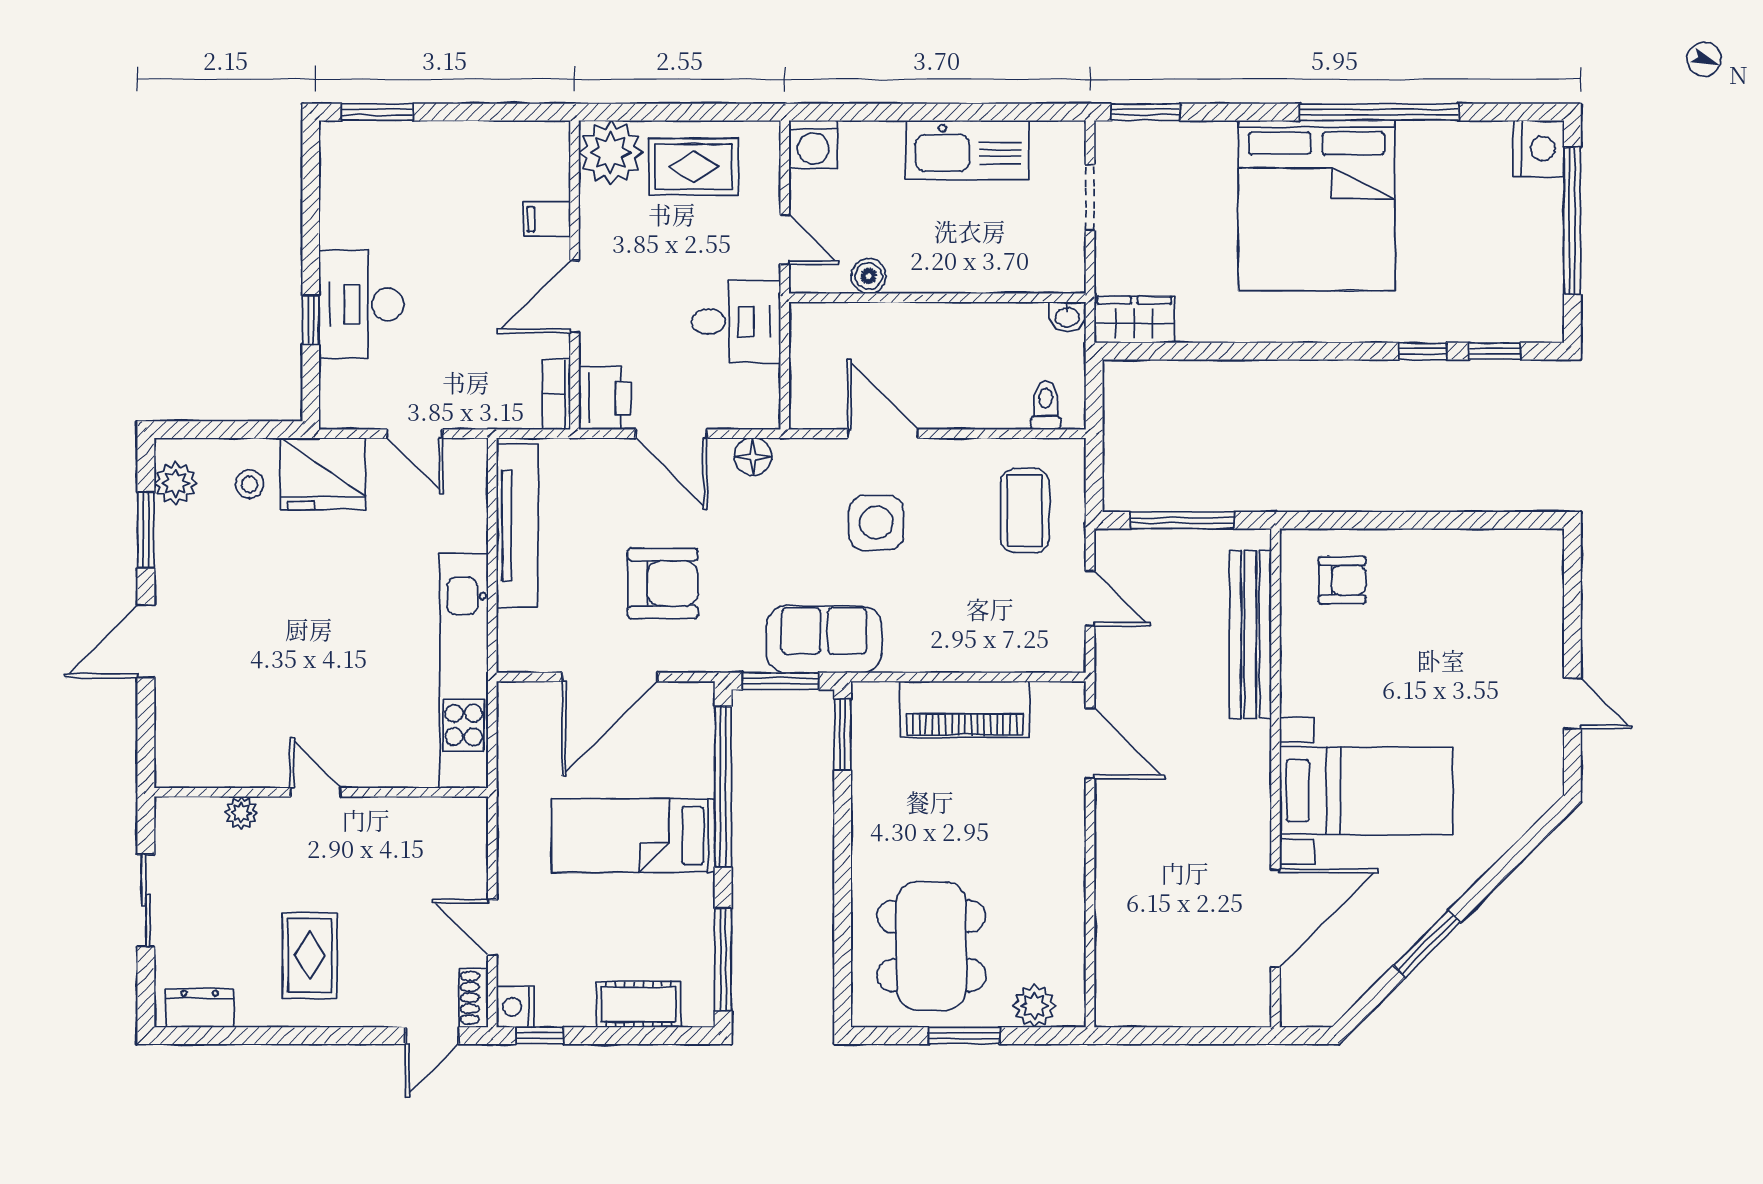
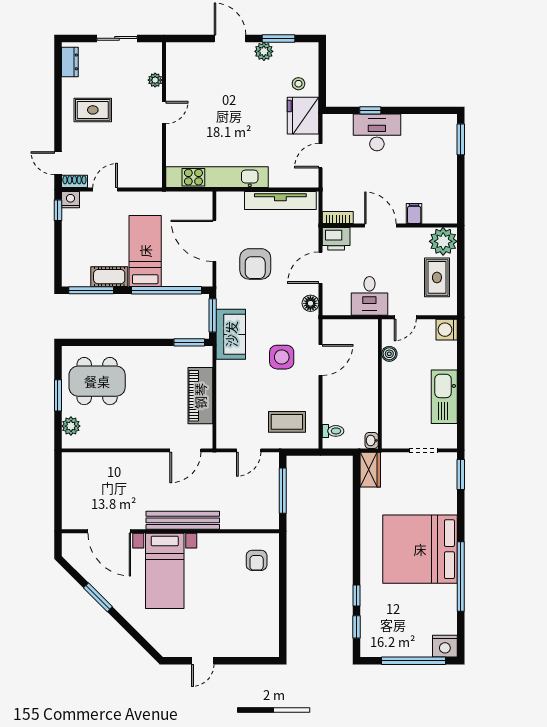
plant: (176, 483) -> (264, 51), moved
bench: (1250, 634) -> (183, 520), moved
cot: (639, 1004) -> (109, 277), moved, turned 90

